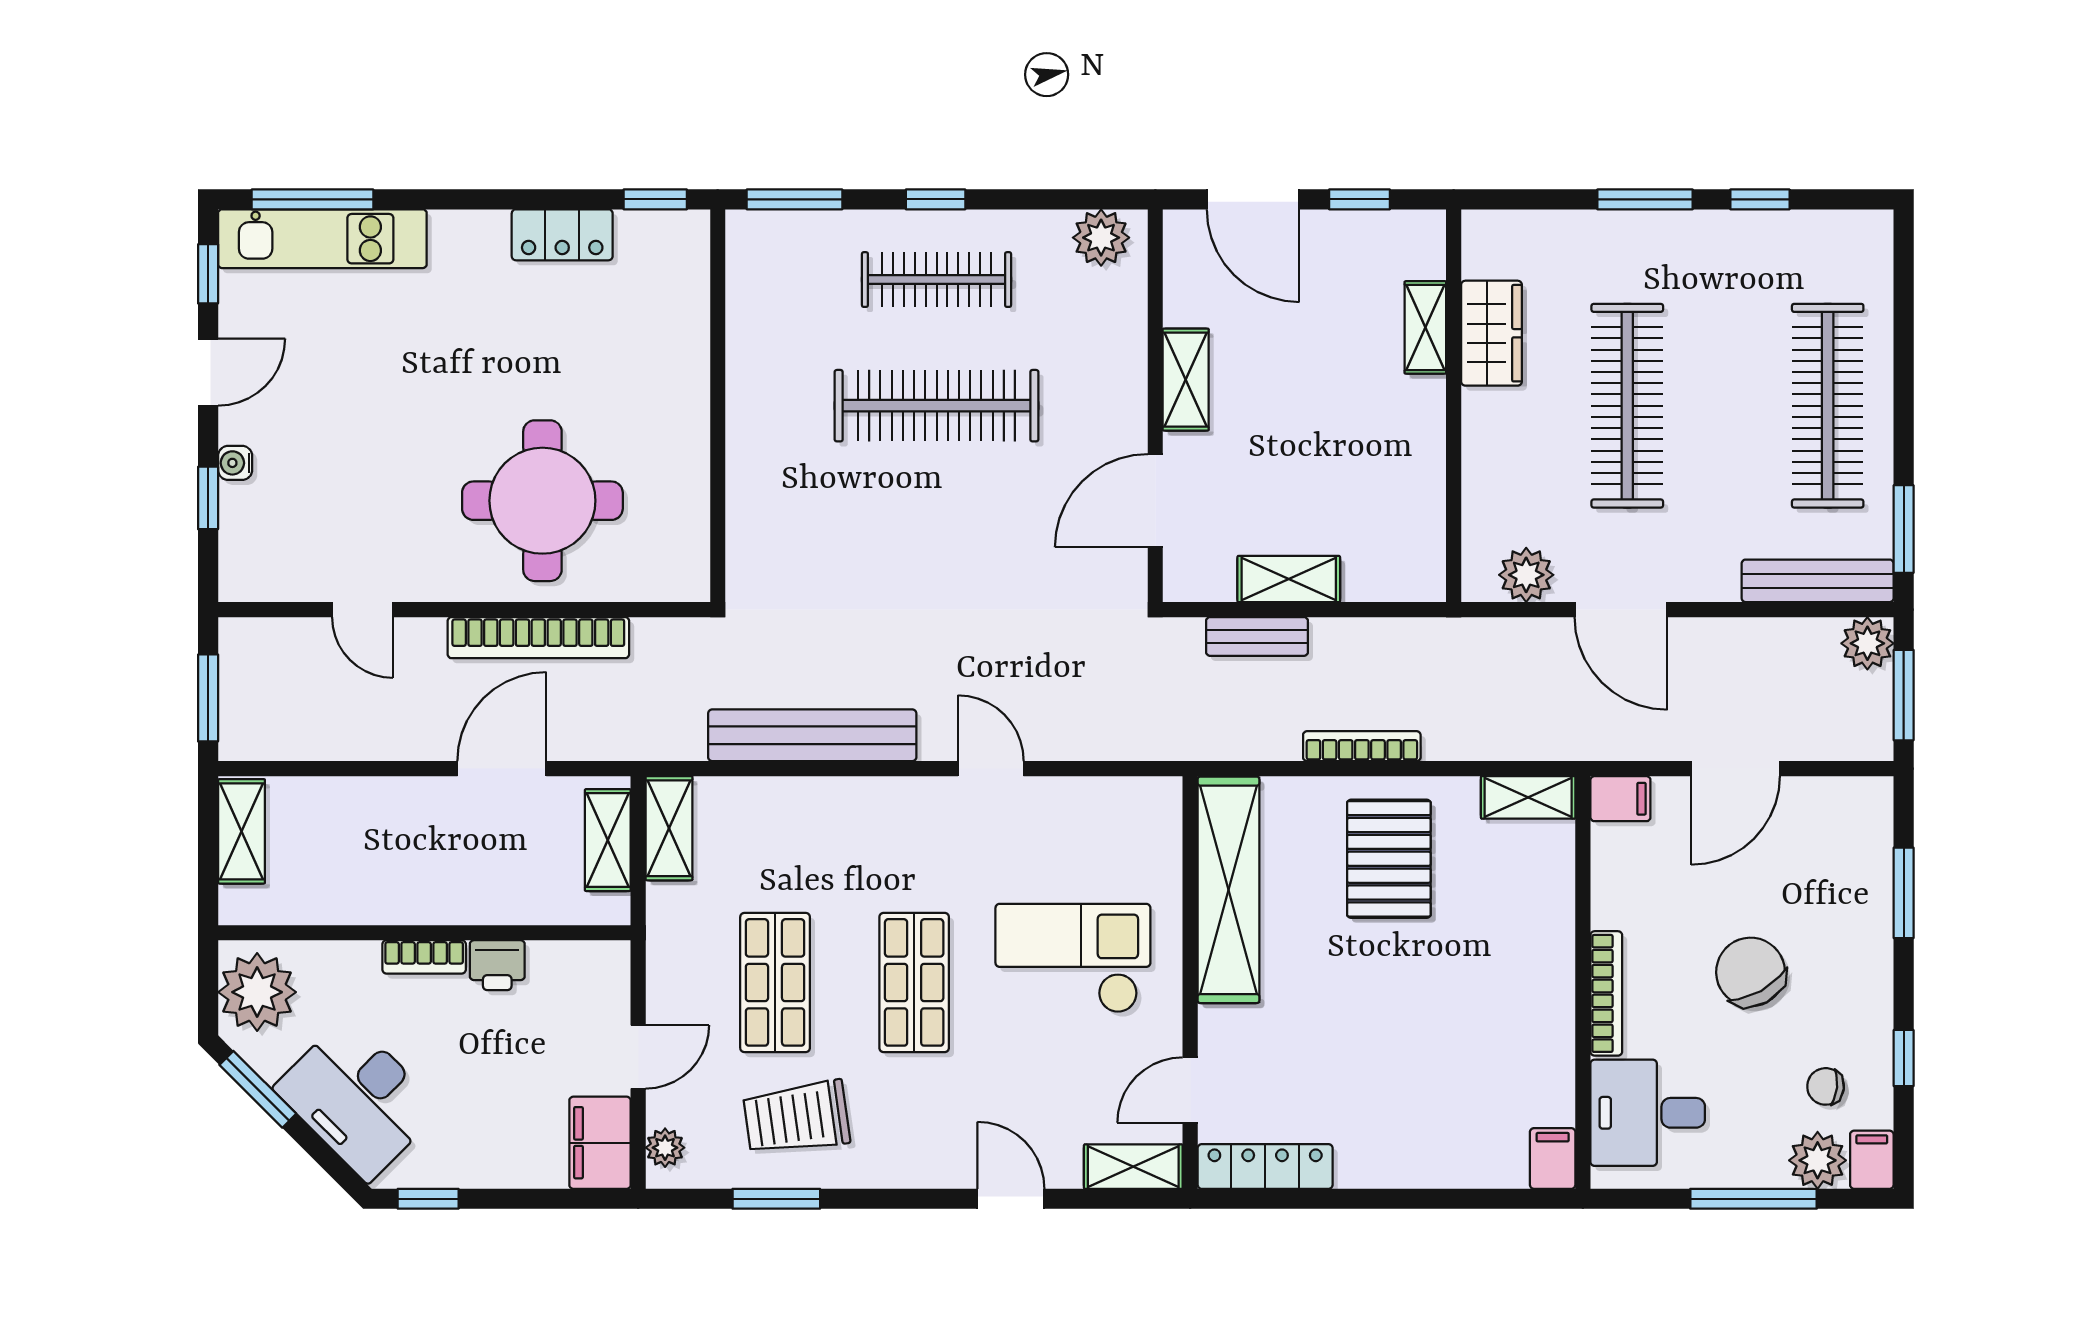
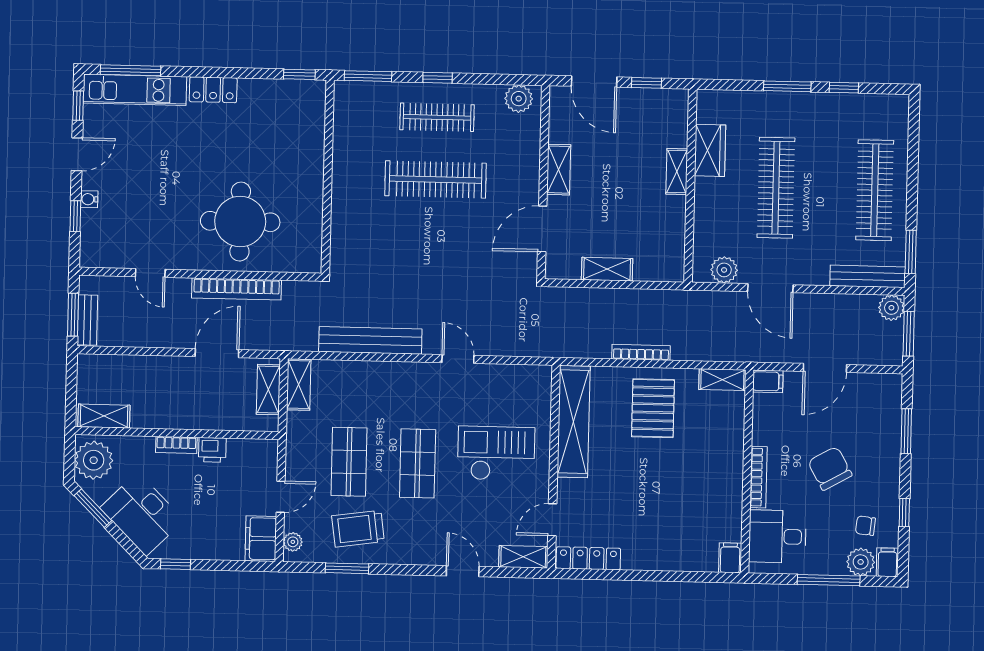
locker: (562, 235) -> (213, 90), moved
shelving: (1425, 327) -> (677, 172), moved
bench: (1257, 636) -> (87, 320), moved, turned 90
shelving: (242, 831) -> (104, 416), moved, turned 90

